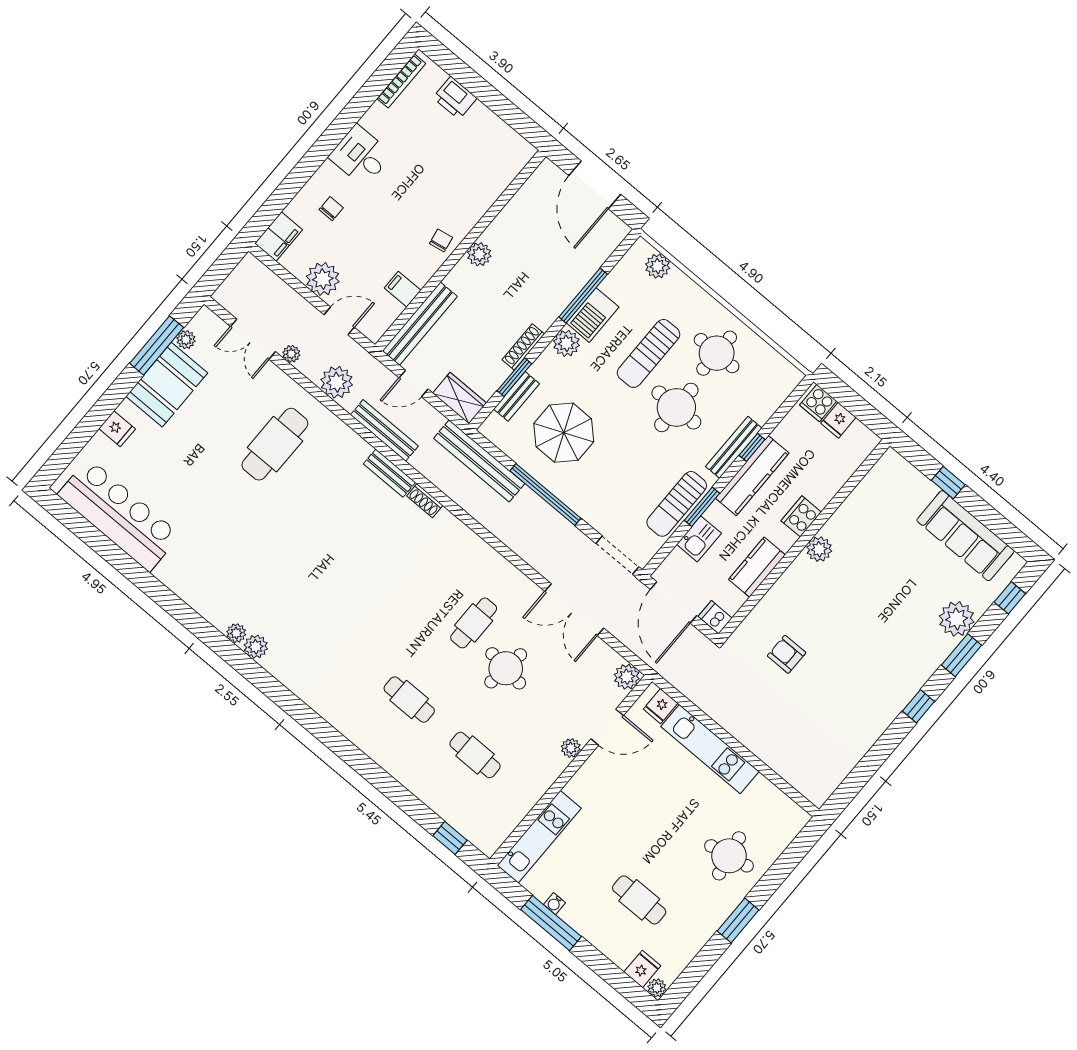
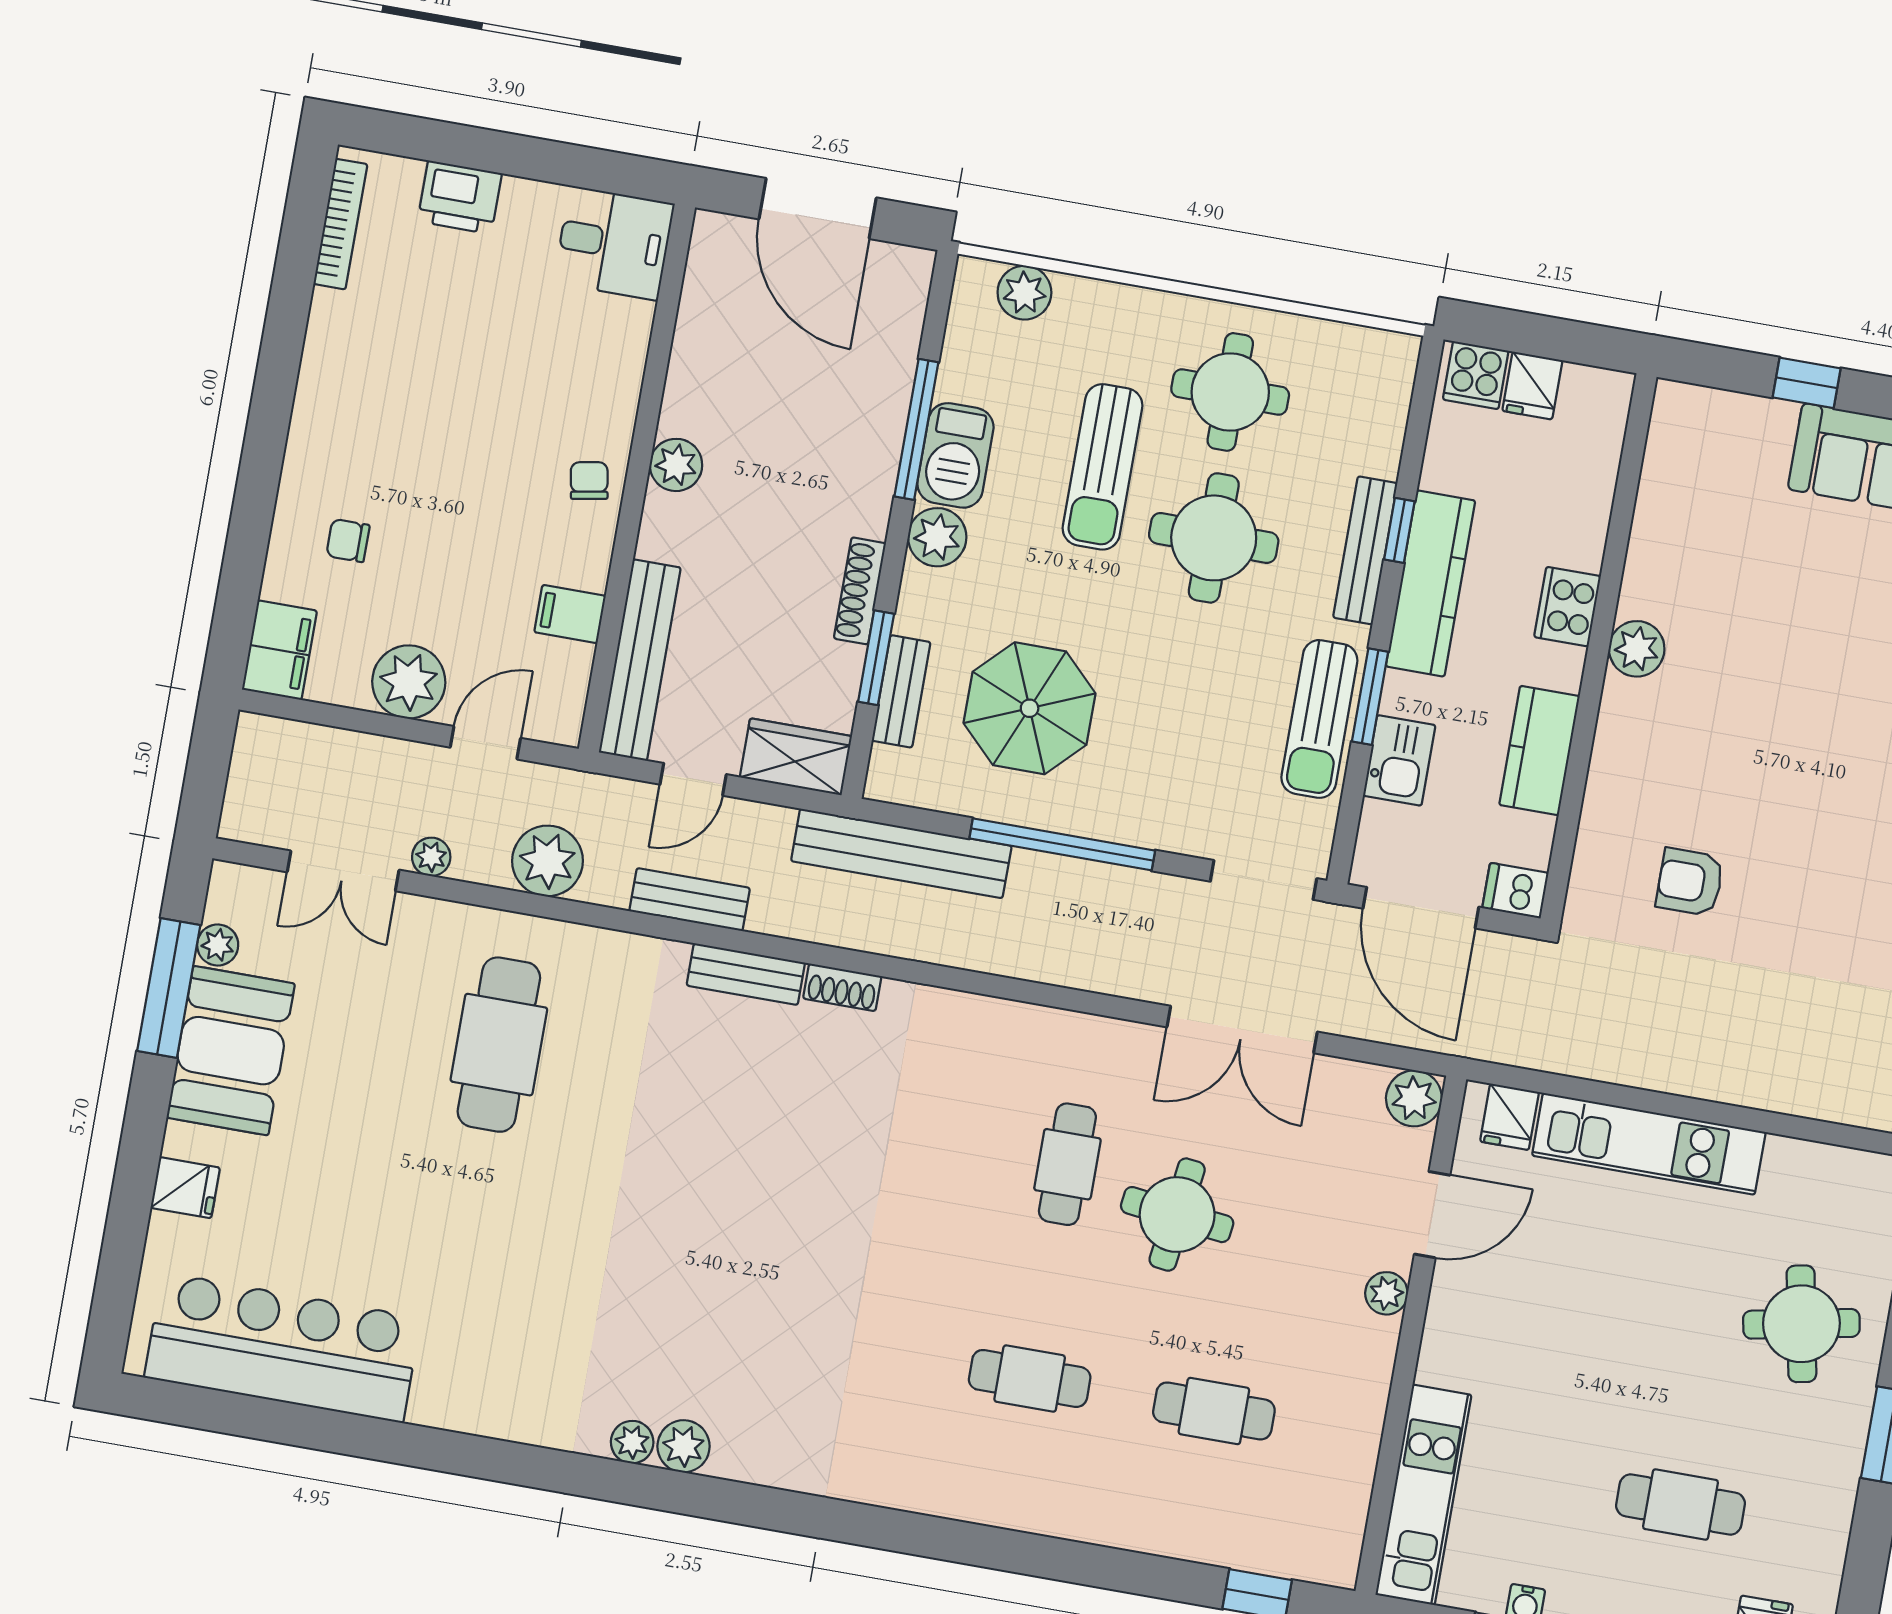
desk: (361, 156) -> (614, 243), moved, turned 180
chair: (331, 209) -> (348, 540), turned -90
bench: (384, 430) -> (690, 900), width x0.73

